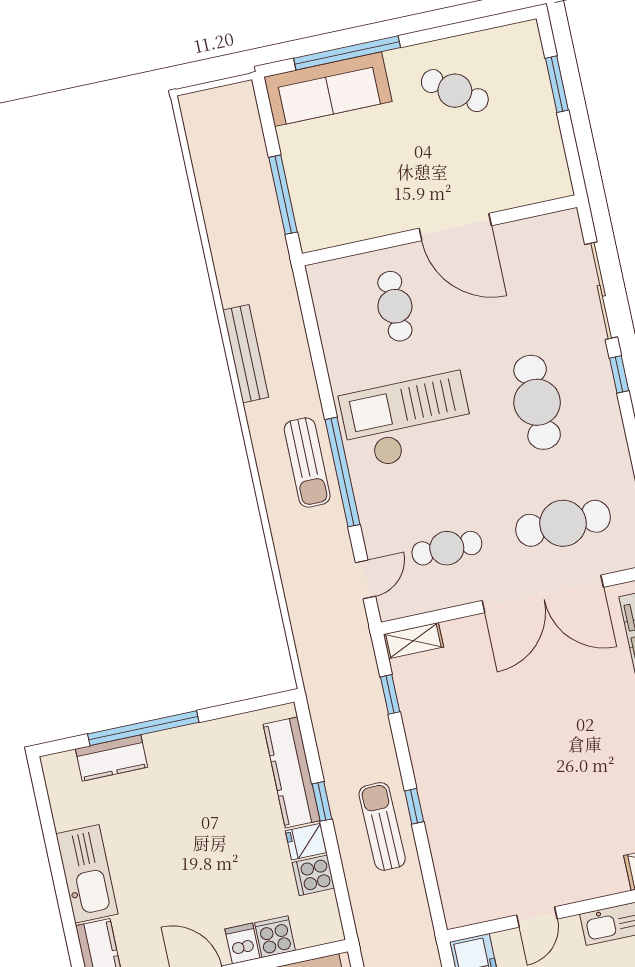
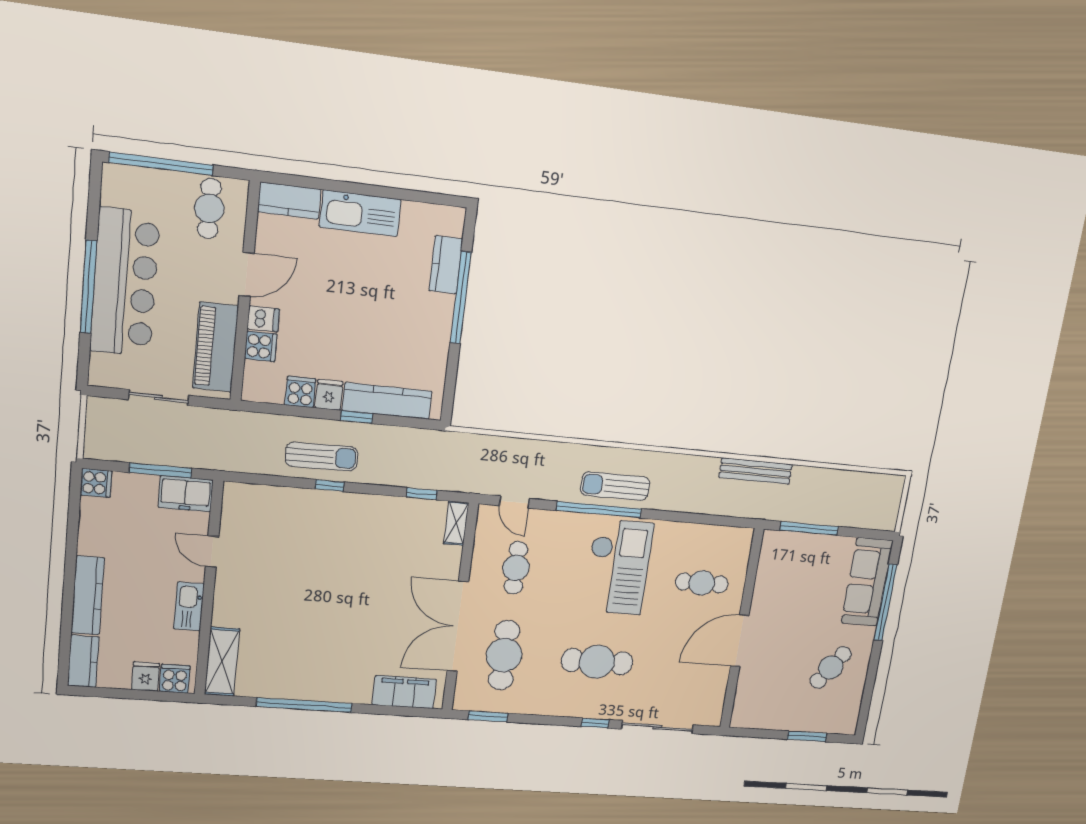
bench: (246, 354) -> (756, 471), moved

